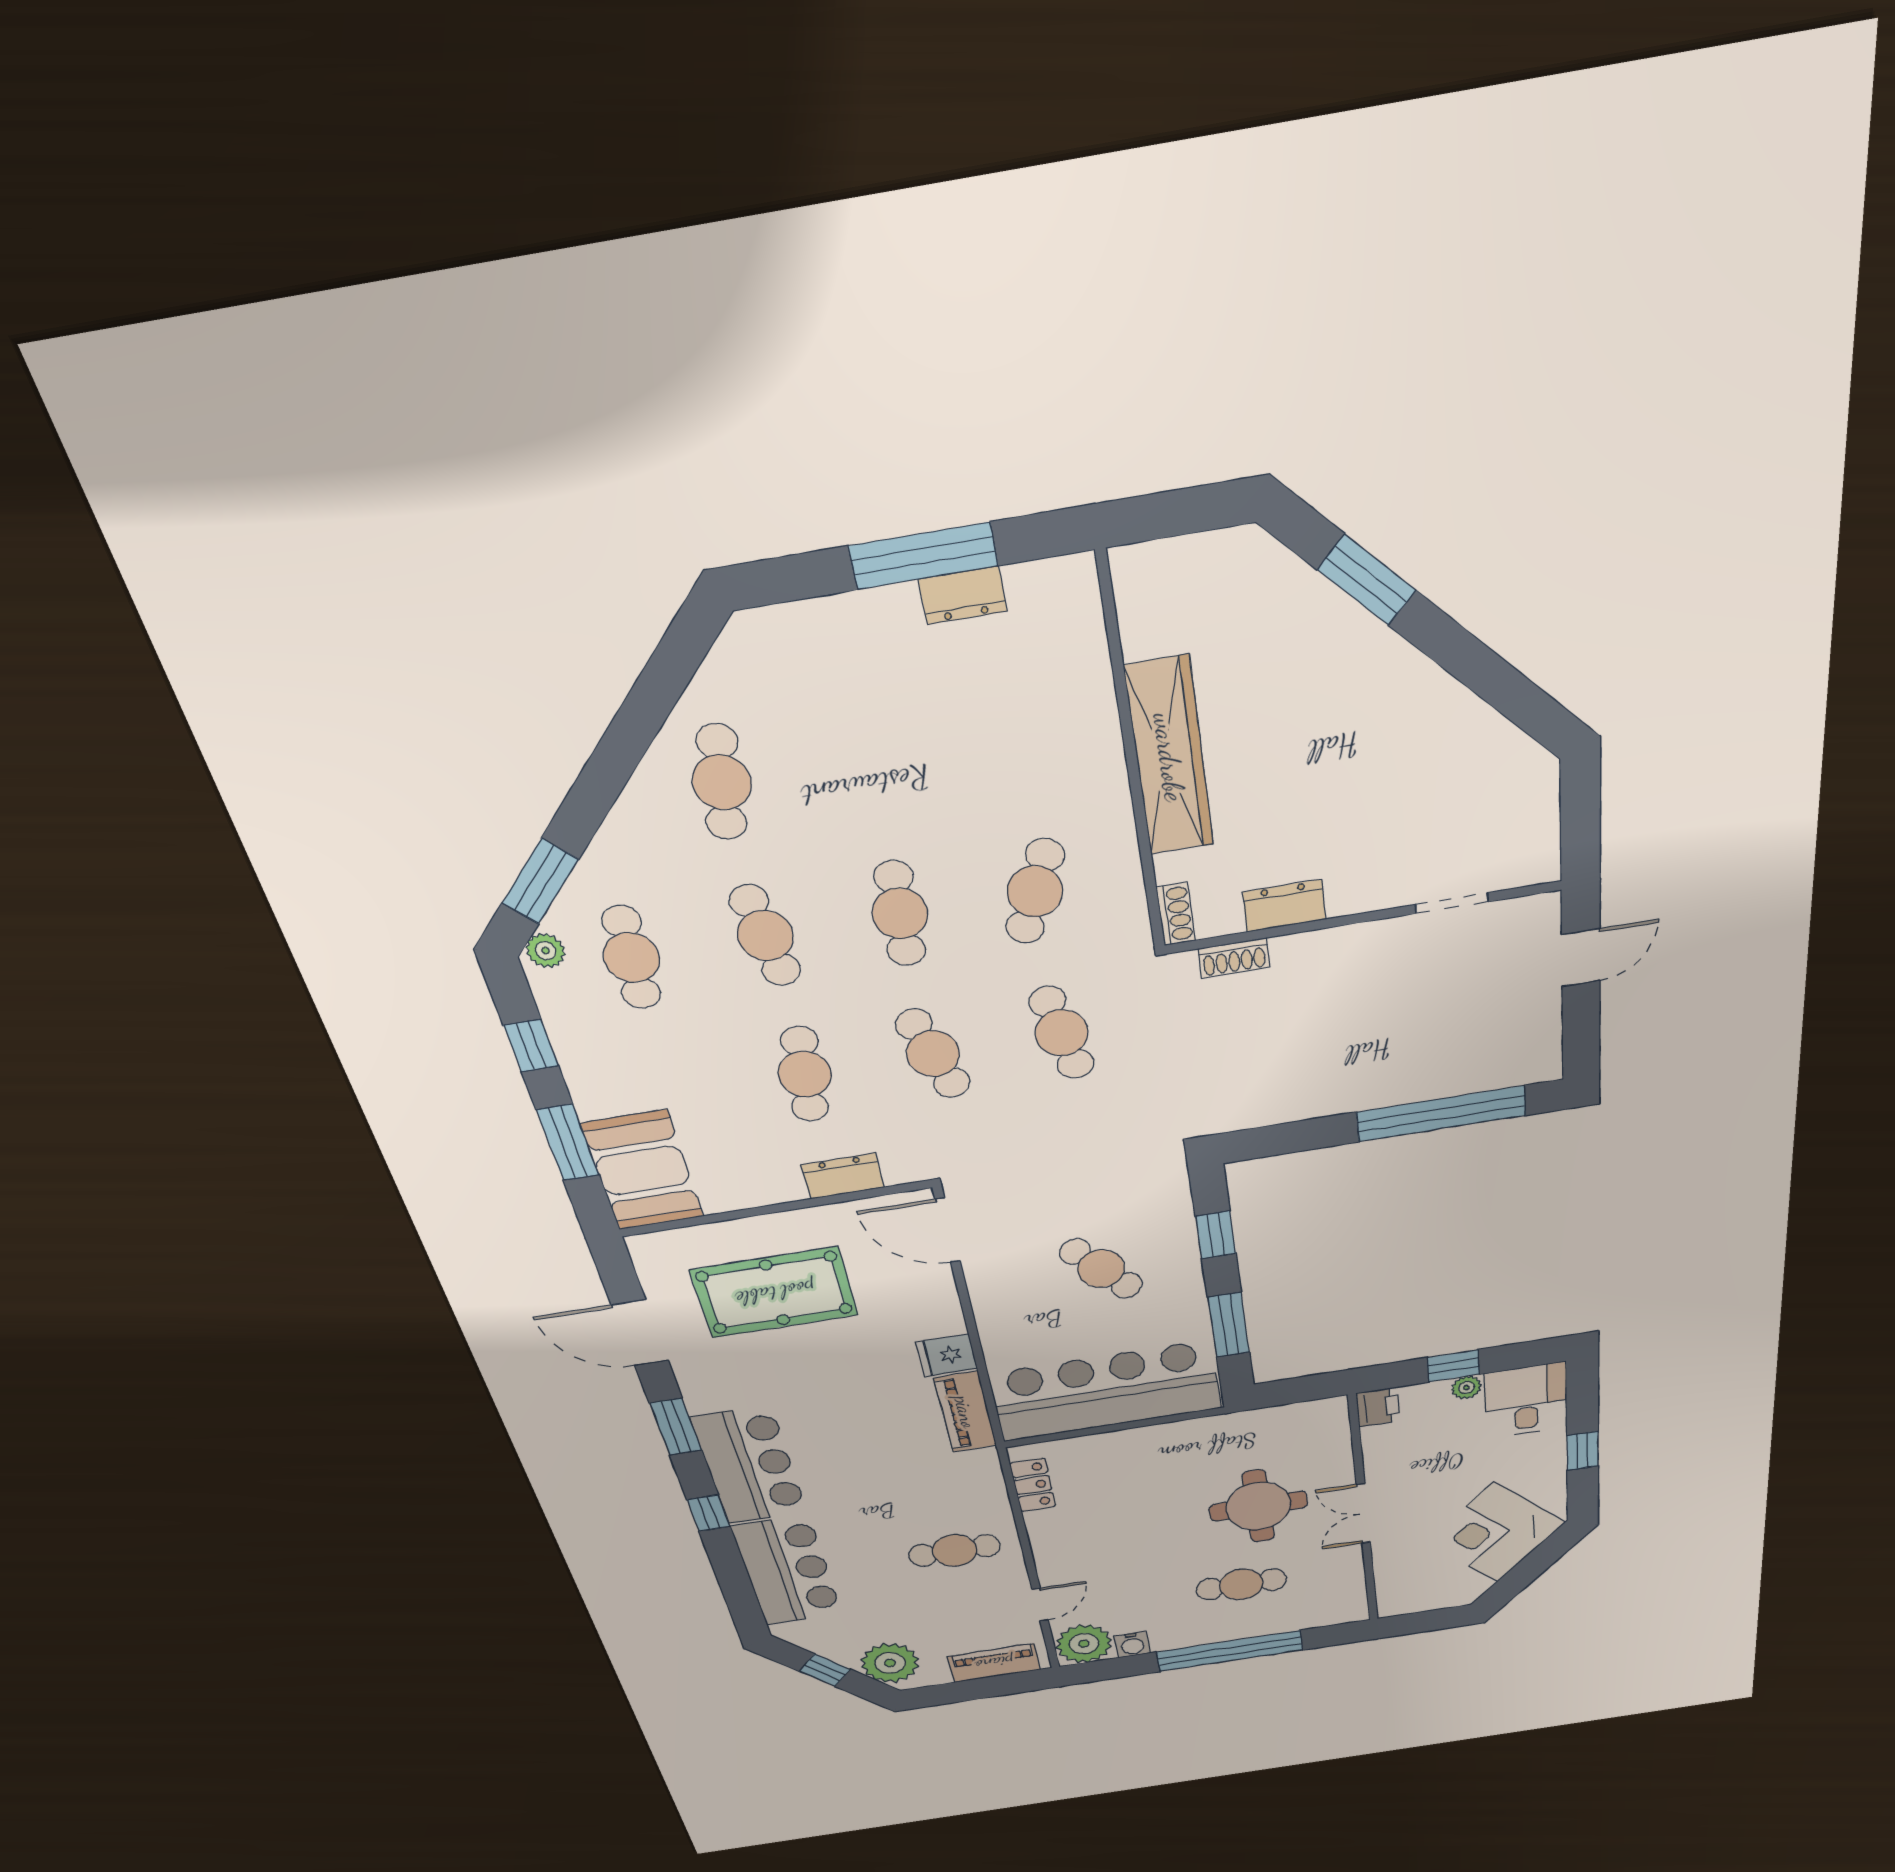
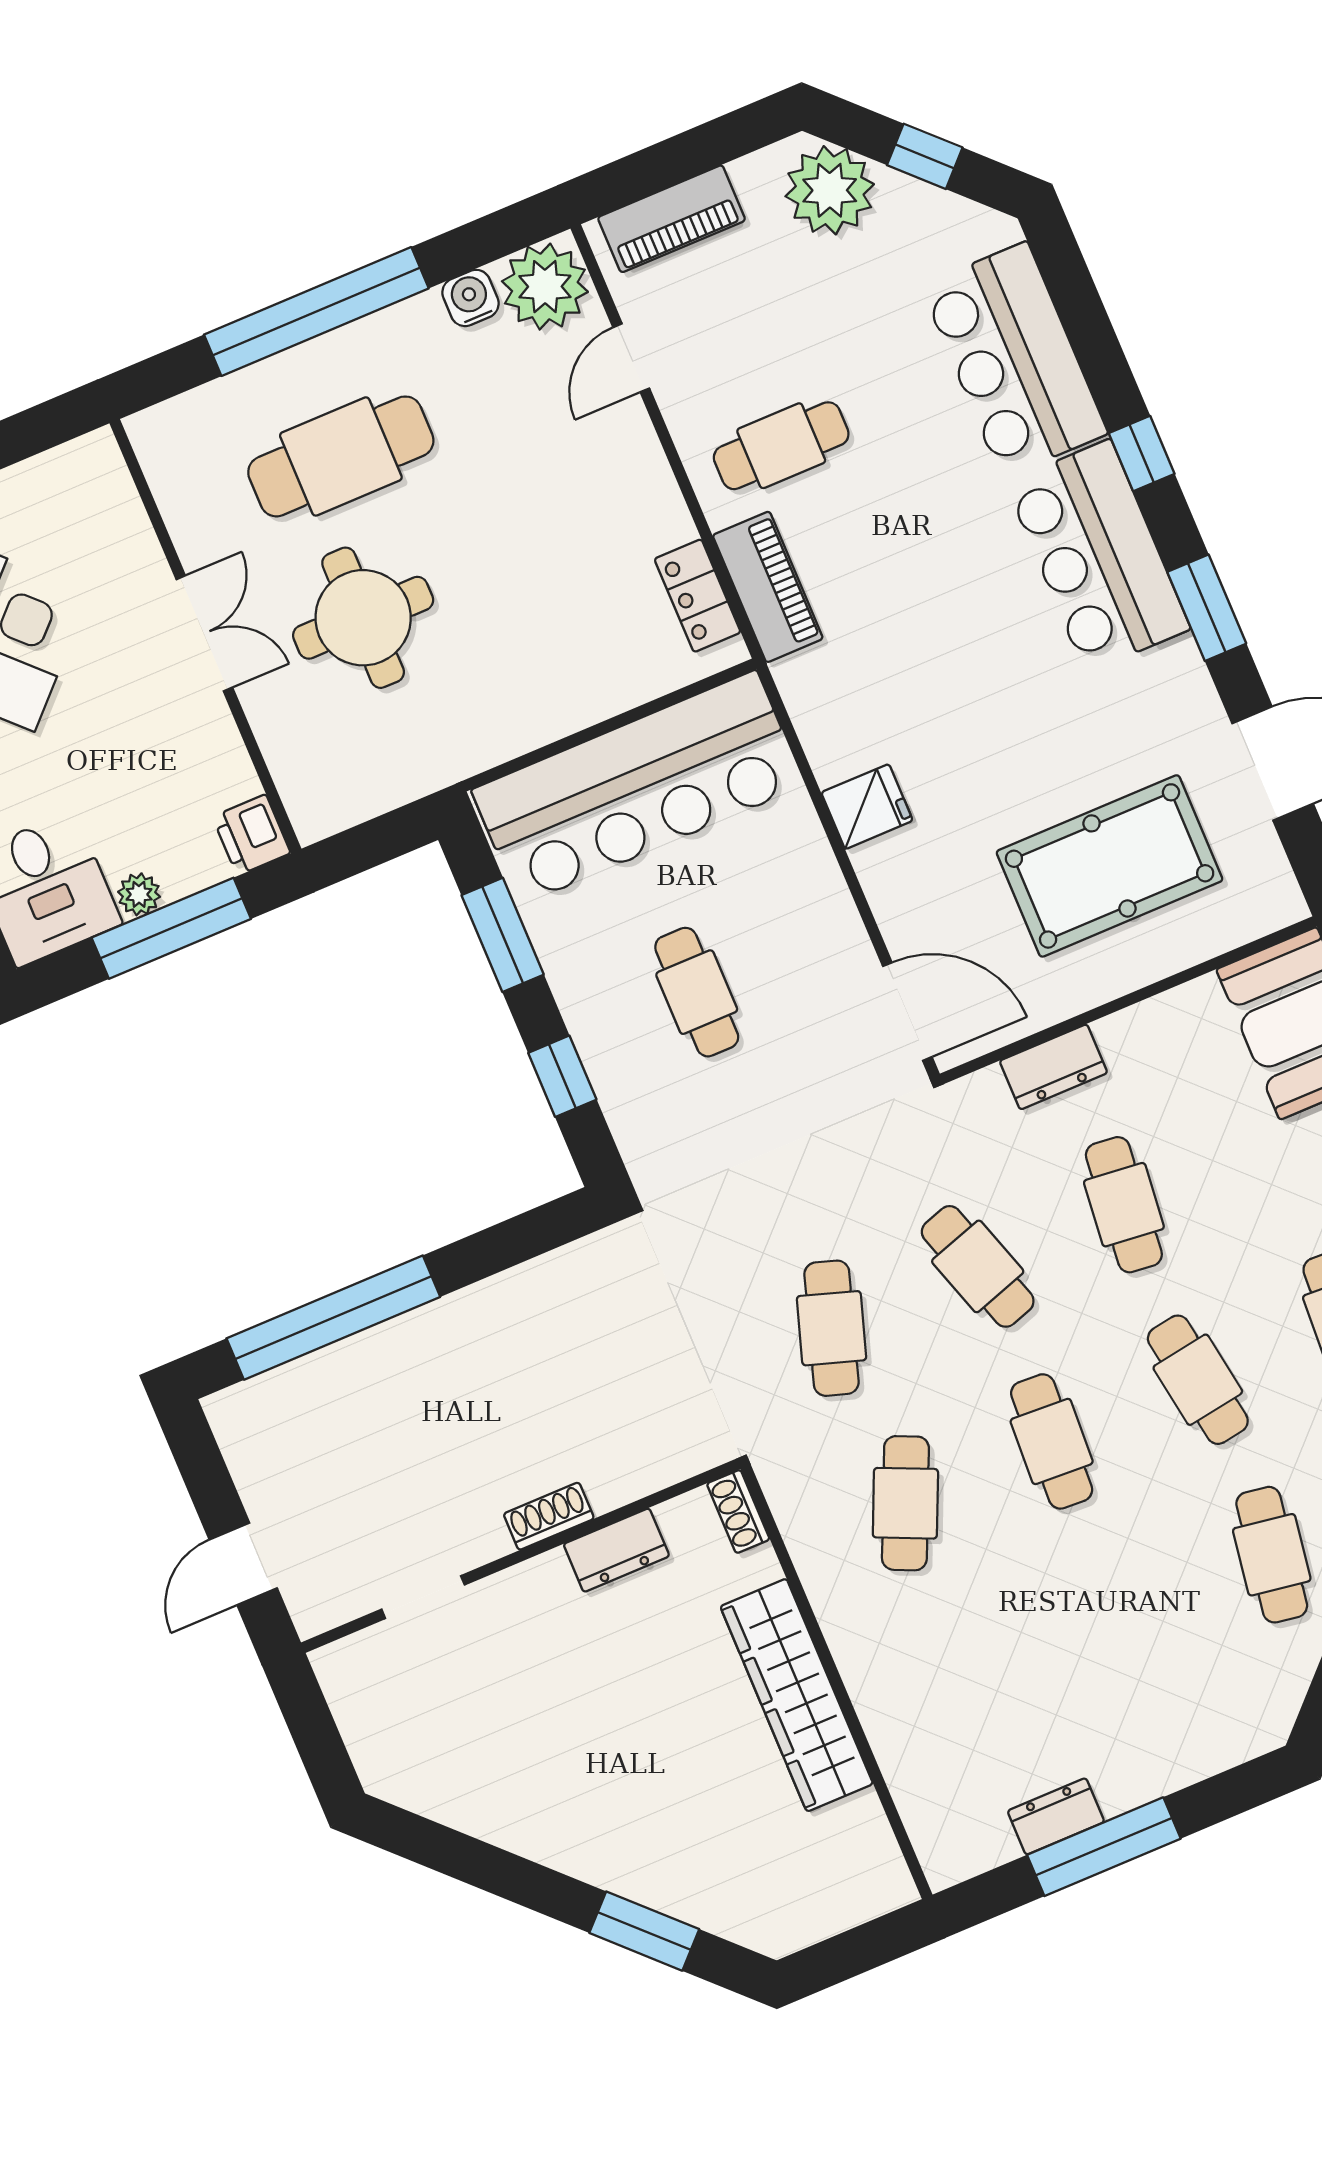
shoe rack: (1234, 958) -> (549, 1516), moved
cafe table: (1062, 1033) -> (832, 1328), turned 30
cafe table: (1101, 1269) -> (697, 992), turned 41
window: (1453, 1366) -> (171, 928), width x2.17
piano: (966, 1412) -> (768, 587), moved
cafe table: (1241, 1584) -> (341, 456), width x1.37, depth x1.35

